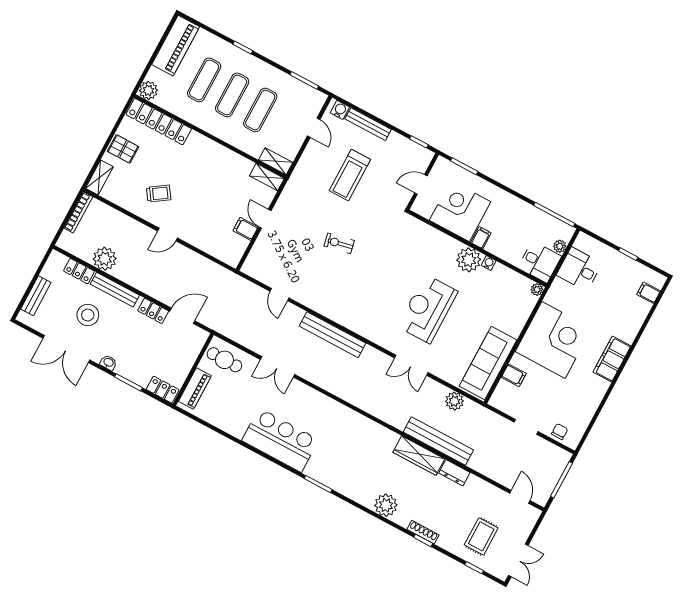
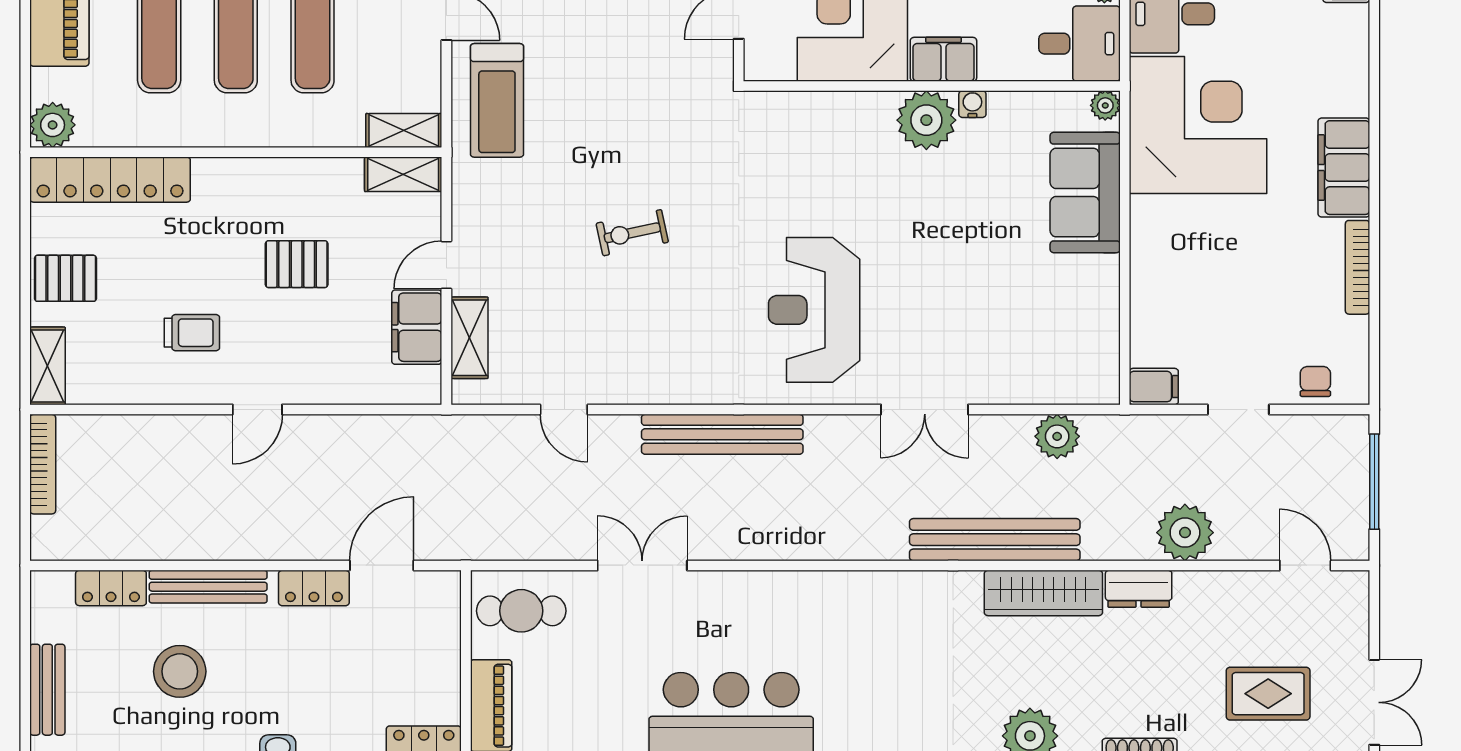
treadmill: (350, 175) -> (497, 100), moved
pallet: (210, 189) -> (297, 264), added
trolley: (159, 194) -> (192, 333), turned 34
door: (265, 219) -> (446, 265), hinge flipped
filing cabinet: (246, 229) -> (417, 327), width x2.00
filing cabinet: (481, 238) -> (943, 59), width x2.00
shelving: (259, 250) -> (469, 338), added
plant: (105, 259) -> (1185, 533), moved
reception desk: (428, 309) -> (814, 310), moved
corner desk: (554, 340) -> (1198, 125), moved
sofa: (488, 363) -> (1085, 193), moved, width x0.73
double door: (278, 367) -> (642, 565), swing flipped
filing cabinet: (514, 375) -> (1154, 387), moved
bookcase: (597, 398) -> (1357, 267), added
bench: (438, 441) -> (995, 540), moved
rug: (481, 536) -> (1268, 694), turned 90

